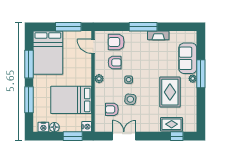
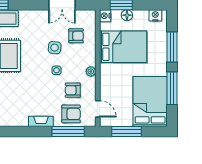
window: (143, 27) -> (68, 132), moved
fireplace: (158, 35) -> (41, 121), moved
floor lamp: (54, 127) -> (127, 15), moved

